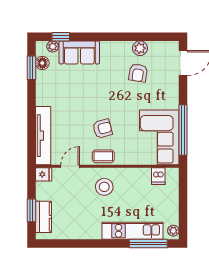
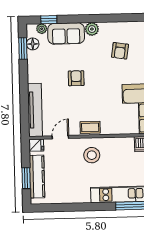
plant: (140, 48) -> (92, 29), moved
armchair: (102, 129) -> (76, 78), moved, turned -75
kitchen counter: (43, 217) -> (37, 177), width x1.50

